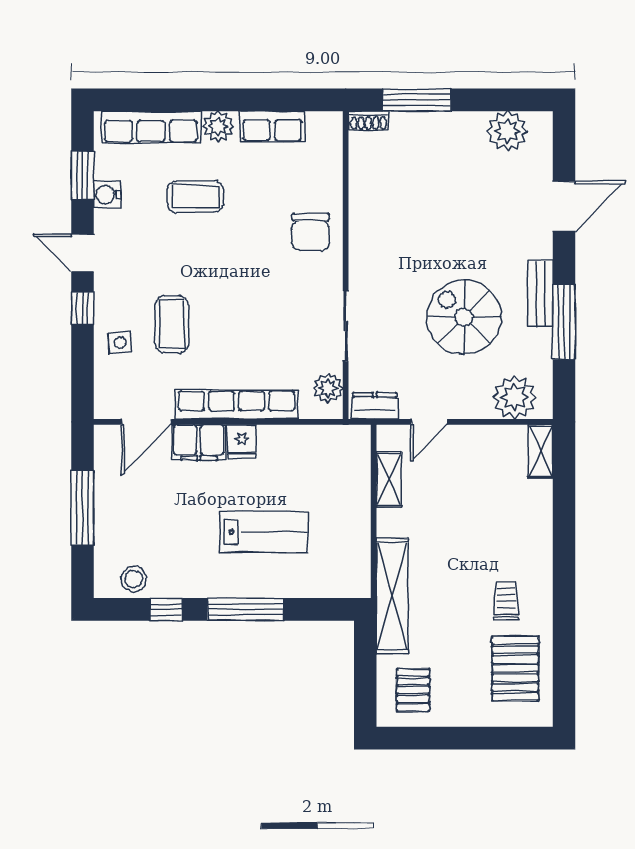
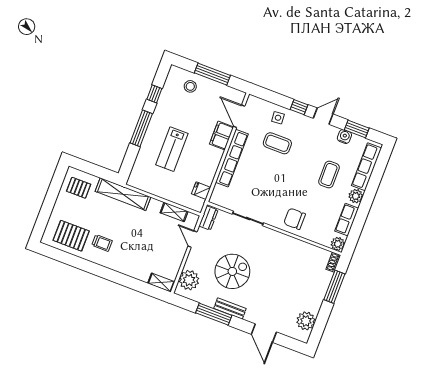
plant: (328, 388) -> (338, 244), moved
fridge: (242, 441) -> (201, 191), moved
stool: (134, 579) -> (190, 86), moved

